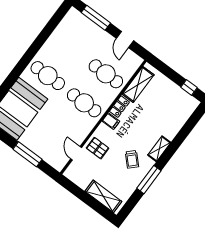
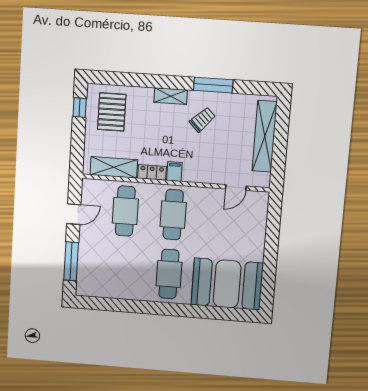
pallet: (98, 148) -> (112, 112), moved, width x1.50, depth x1.42
window: (27, 154) -> (272, 241), removed
shelving: (103, 196) -> (265, 136), width x1.47

